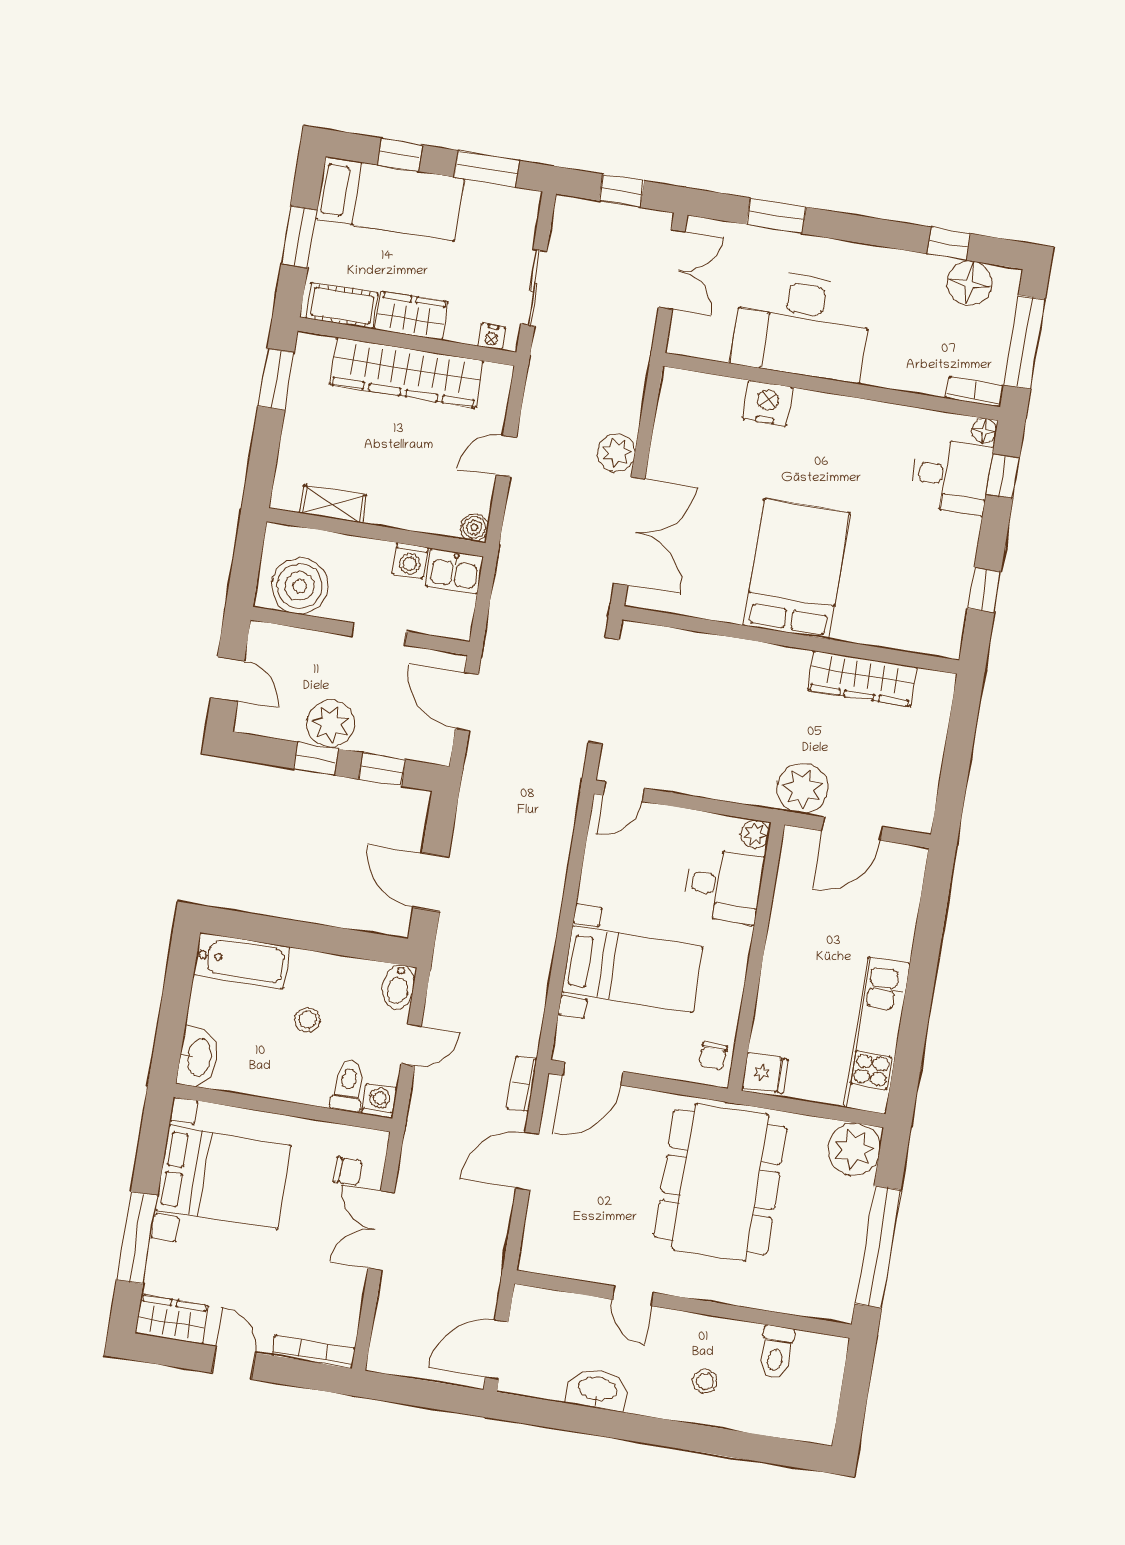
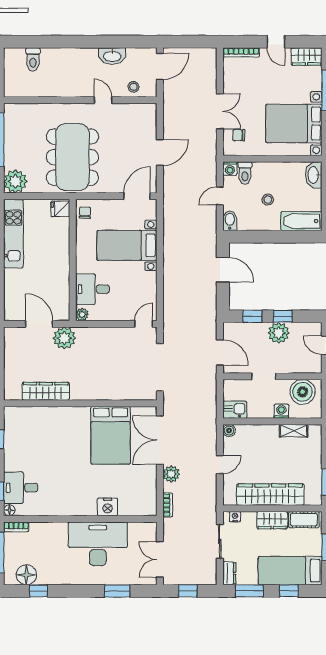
dresser: (524, 214) -> (229, 573), added
washing machine: (410, 561) -> (281, 411), moved
bed: (797, 569) -> (111, 435), moved
door: (852, 829) -> (39, 324), hinge flipped
bookcase: (522, 1084) -> (168, 505), moved
toilet: (776, 1352) -> (33, 59), moved, turned 180
stool: (705, 1381) -> (133, 87), moved

